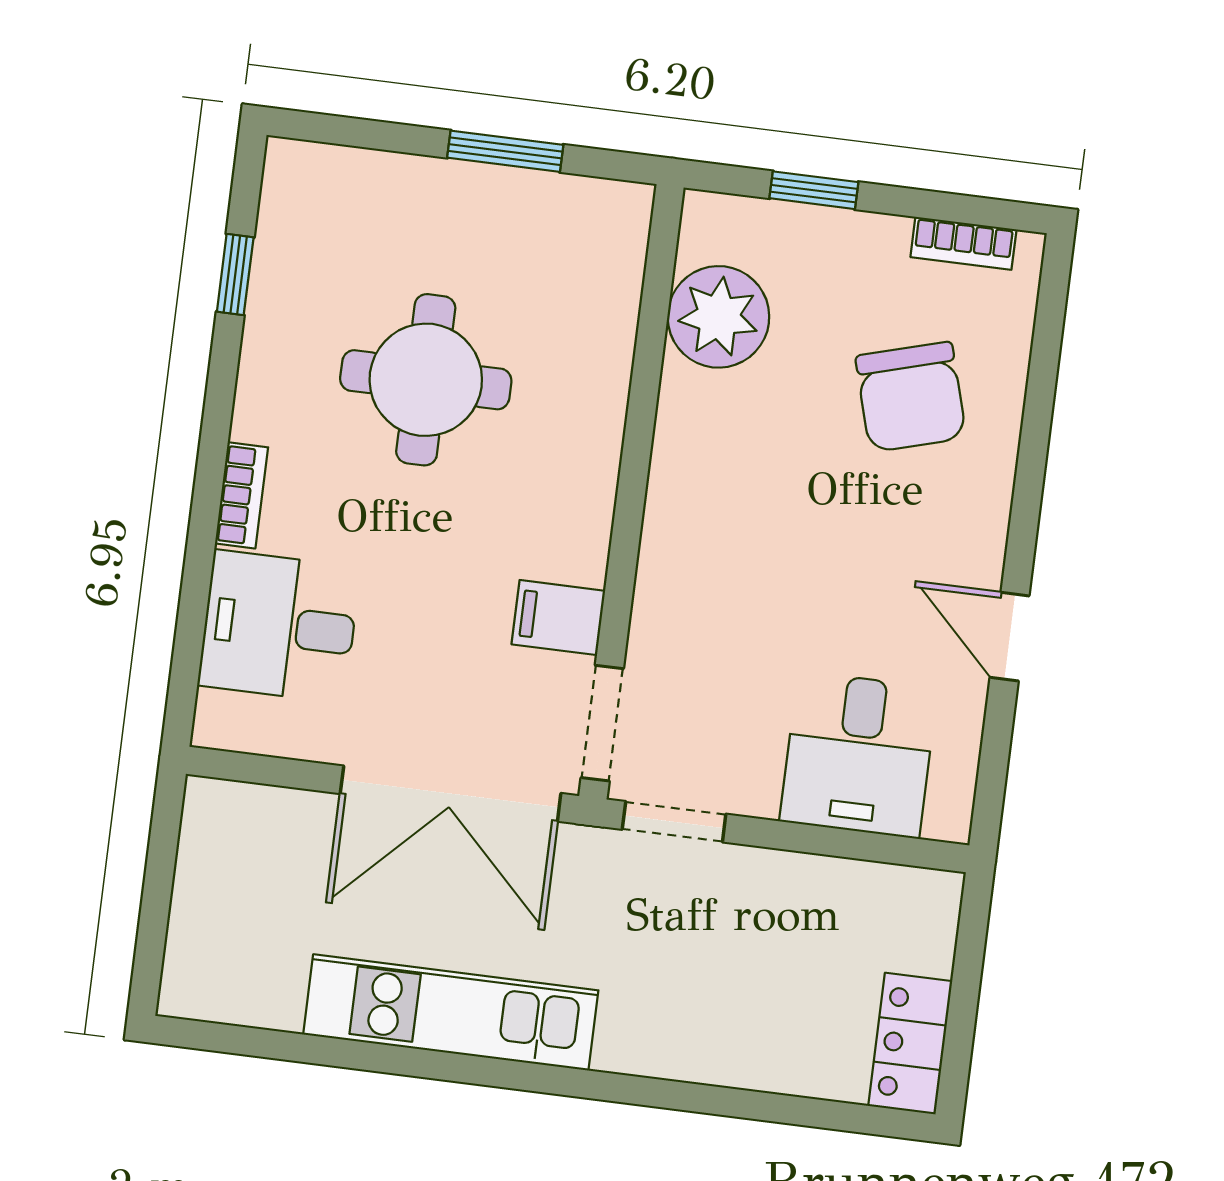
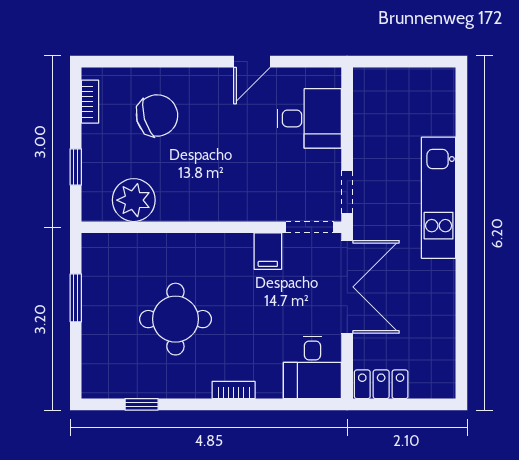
desk: (279, 626) -> (312, 367), moved
kitchen unit: (451, 1012) -> (439, 198), moved
locker: (910, 1044) -> (381, 384), moved, turned 180

